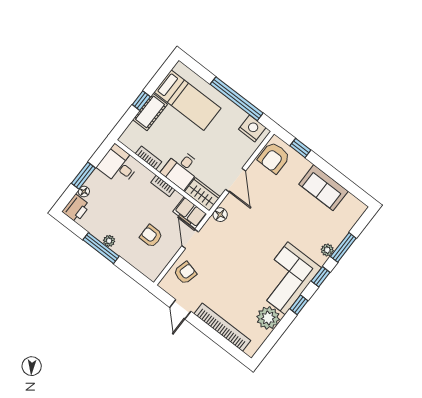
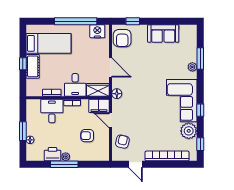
desk: (118, 165) -> (52, 111), moved, turned 90
printer: (76, 208) -> (53, 154), moved, turned -90
window: (321, 277) -> (200, 144), moved

